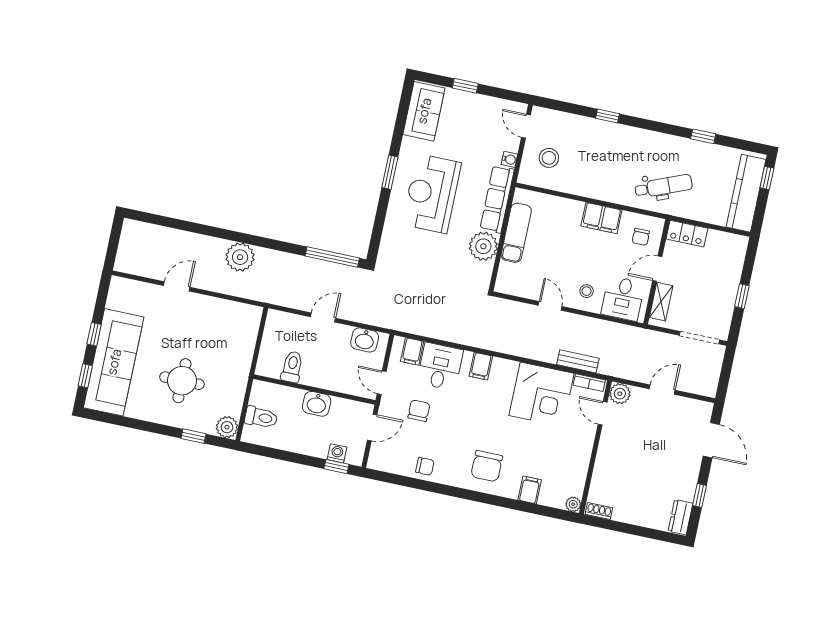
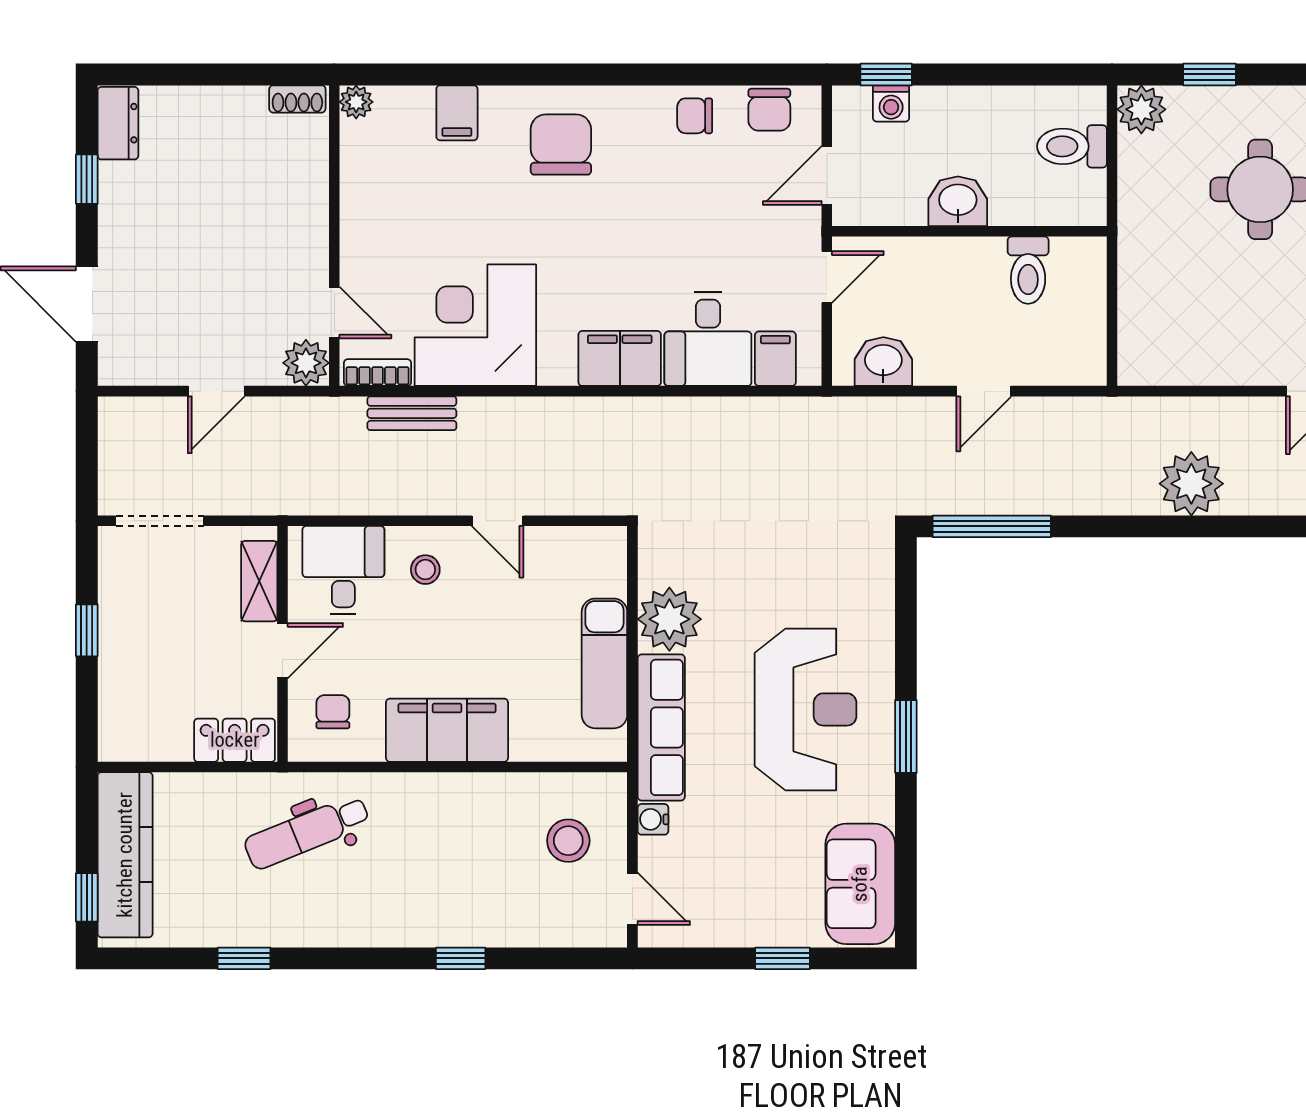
filing cabinet: (601, 218) -> (447, 730), width x1.50, depth x1.17
filing cabinet: (481, 366) -> (620, 358), width x2.00
door: (382, 383) -> (827, 277), hinge flipped
chair: (419, 411) -> (769, 110), moved

